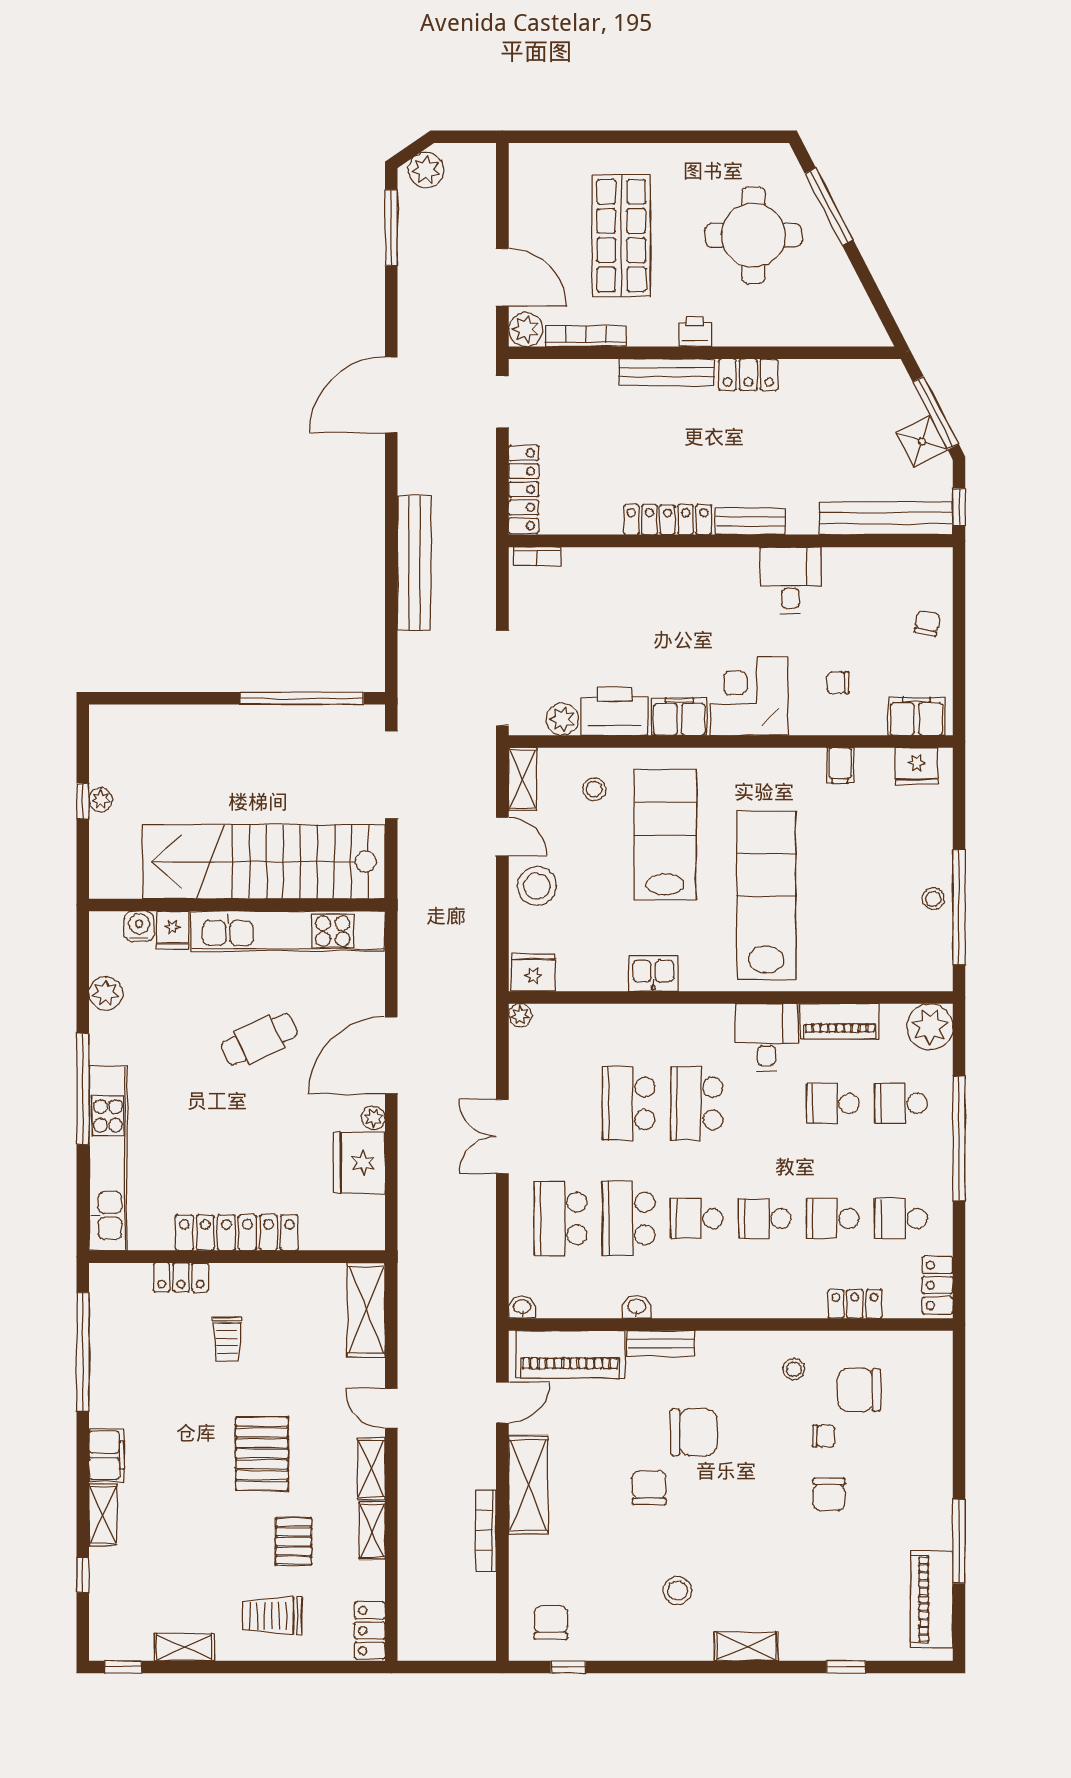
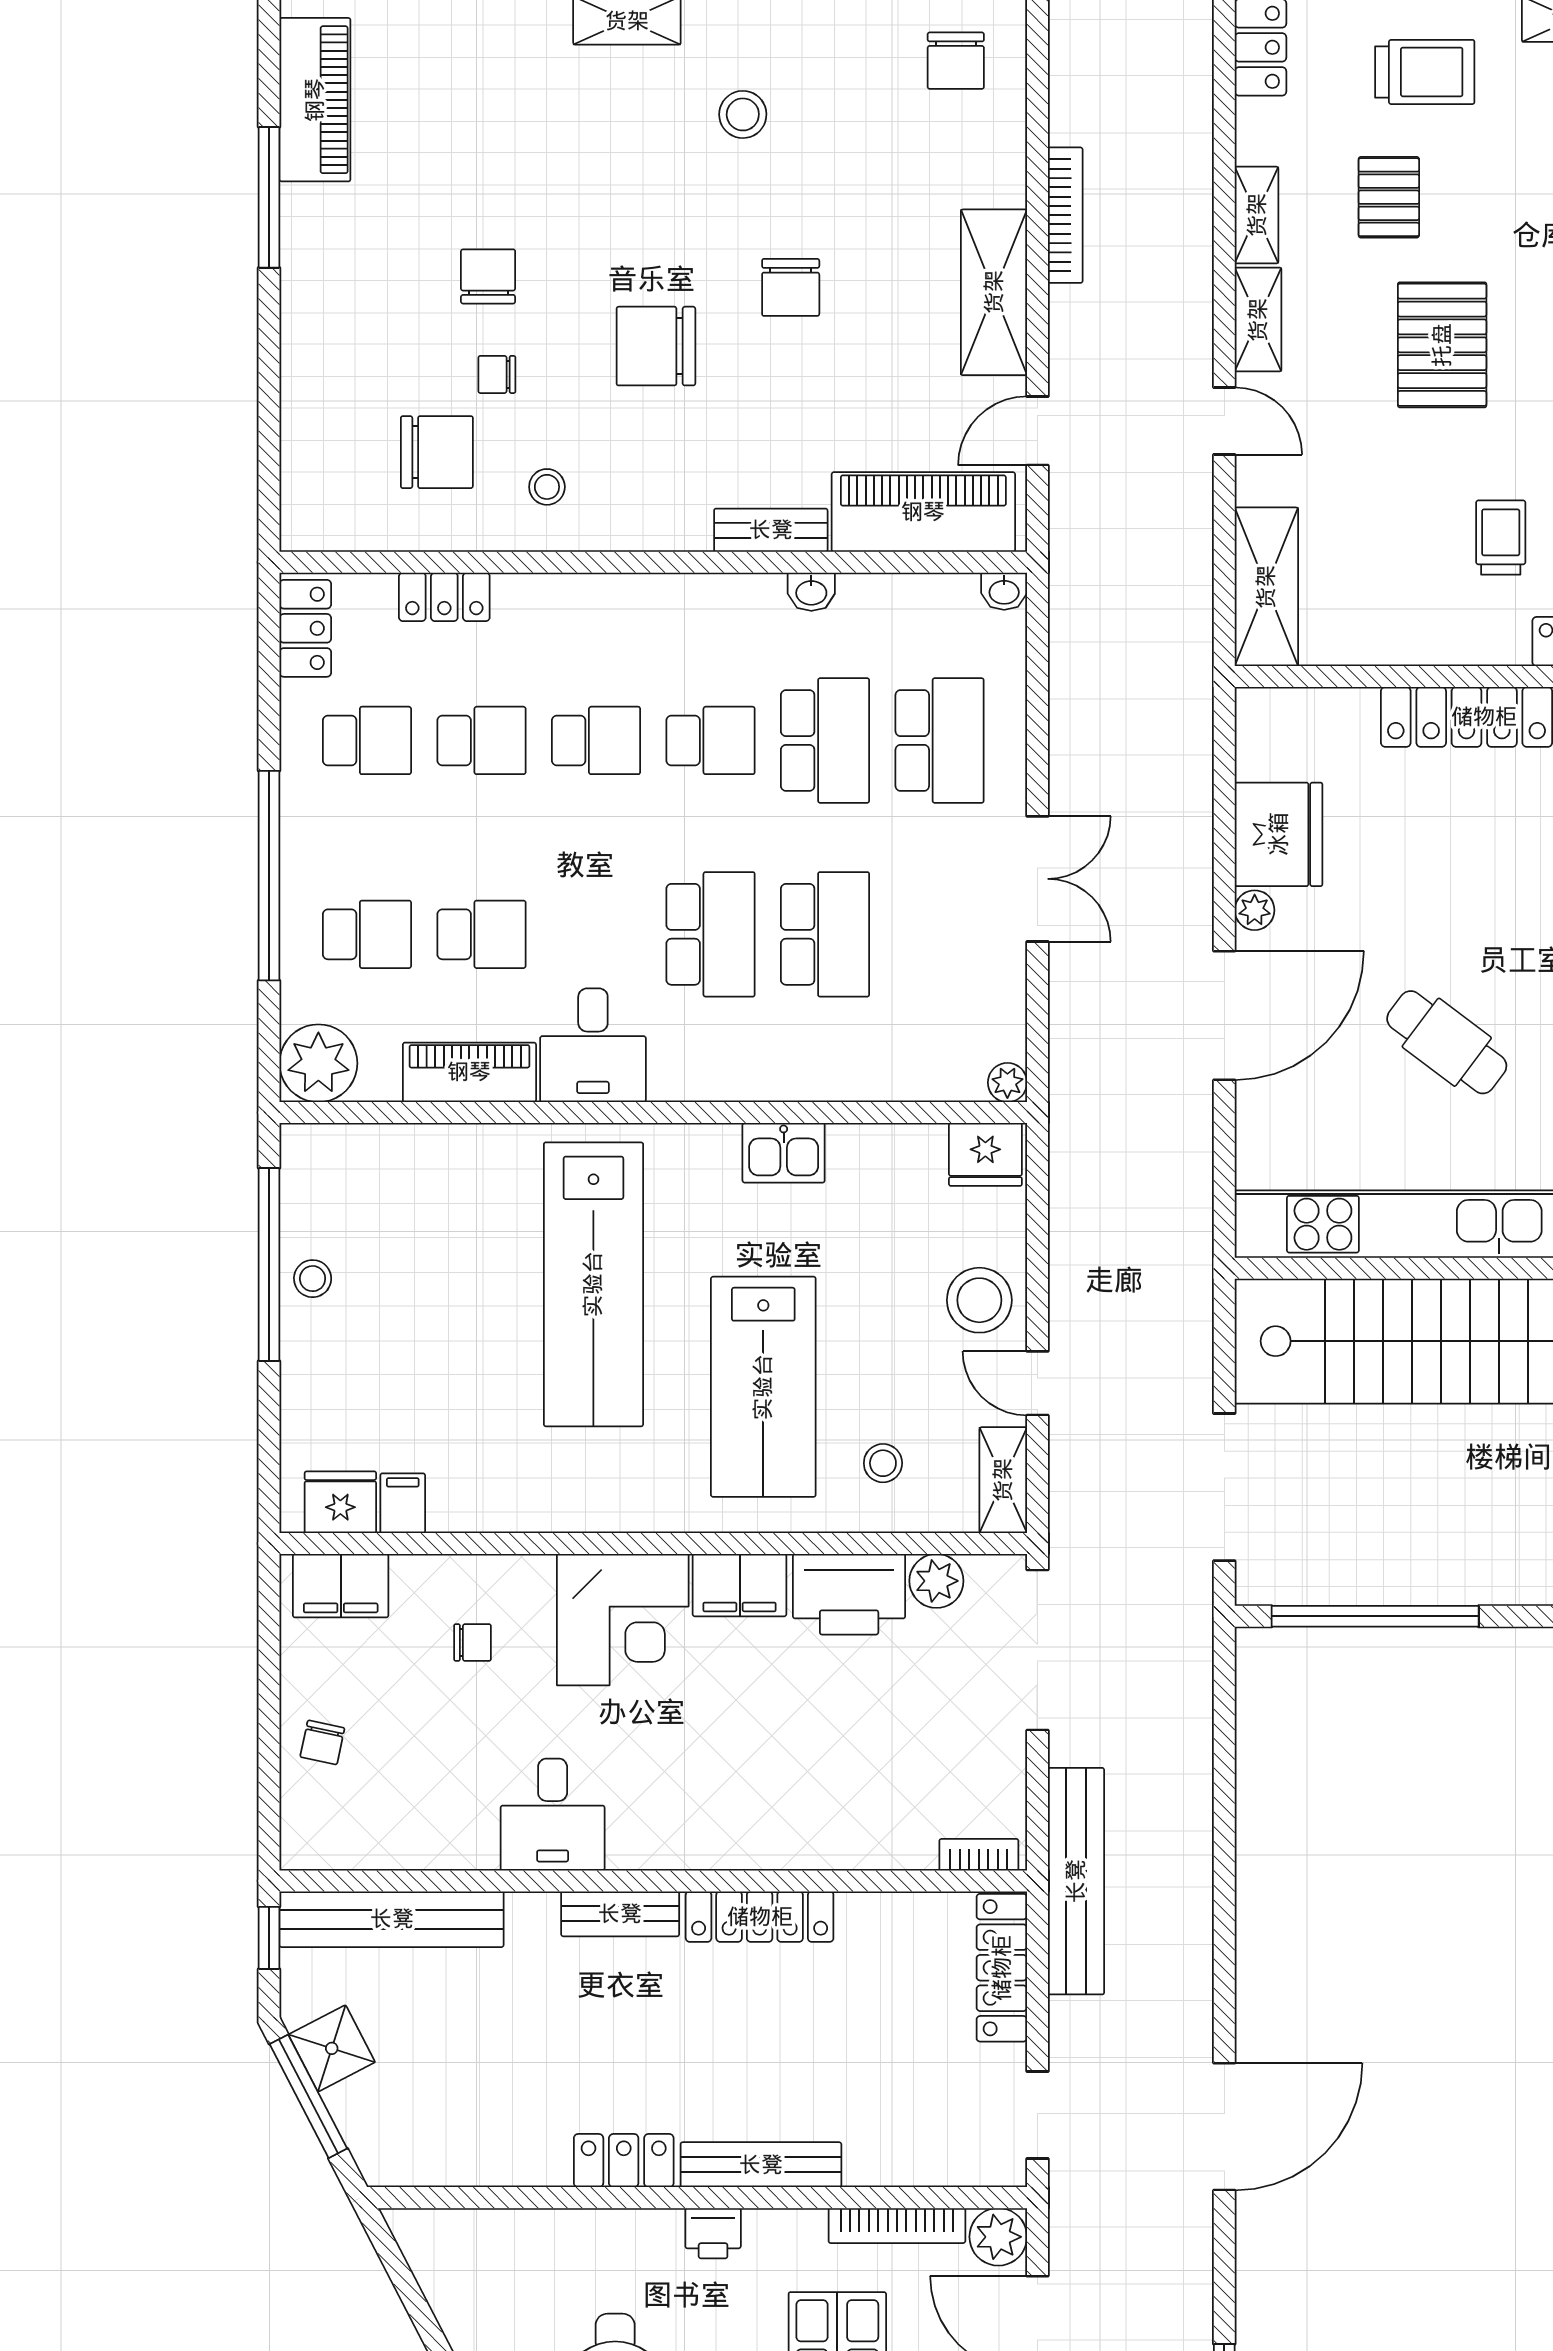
bench: (414, 563) -> (1076, 1881), moved
filing cabinet: (840, 765) -> (403, 1503), moved
cafe table: (259, 1039) -> (1447, 1042), turned 62
chair: (694, 1432) -> (656, 346), moved

